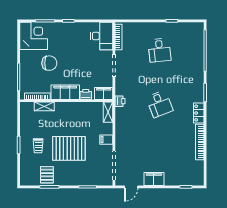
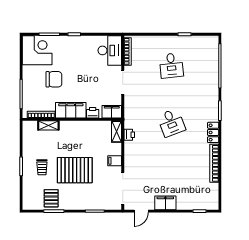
printer: (120, 101) -> (129, 135), moved

